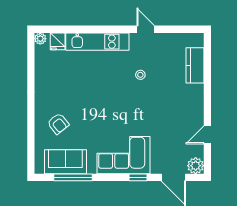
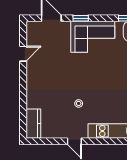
kitchen counter: (195, 65) -> (33, 124), moved
plant: (196, 166) -> (33, 28), removed

